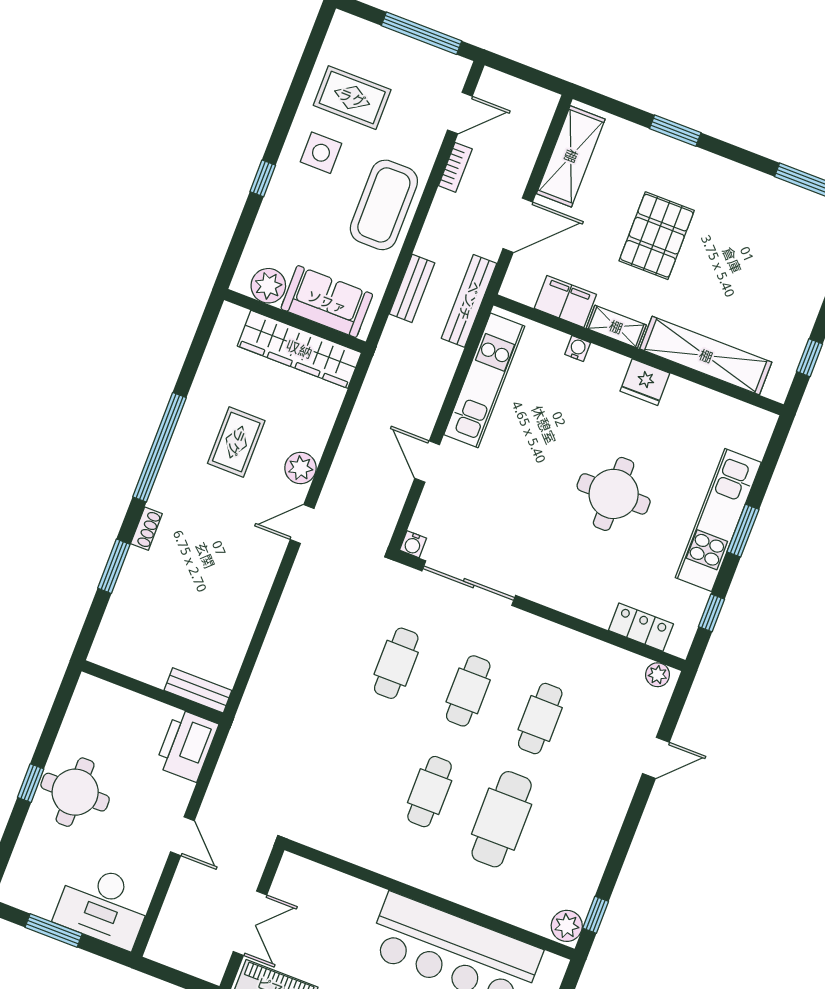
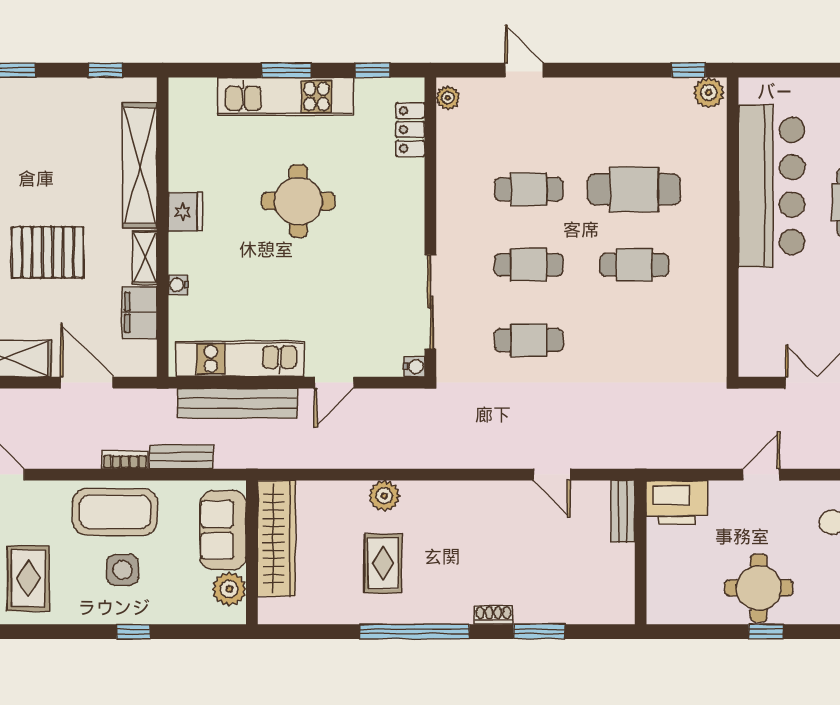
side table: (321, 153) -> (123, 570), moved
bookcase: (455, 167) -> (125, 460), moved
bench: (469, 301) -> (237, 403), moved, width x1.37, depth x1.21
rug: (236, 442) -> (383, 563), turned 90
door: (302, 524) -> (552, 475), moved

